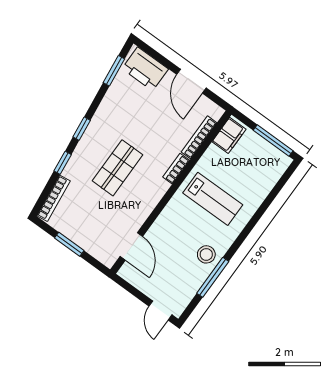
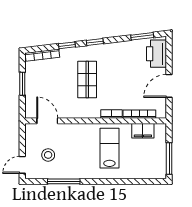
filing cabinet: (229, 135) -> (143, 131), moved
shop shelf: (117, 168) -> (87, 79), turned 90
lab bench: (213, 199) -> (109, 148), turned 180
door: (131, 246) -> (47, 121), swing flipped
stool: (206, 254) -> (48, 155), moved

